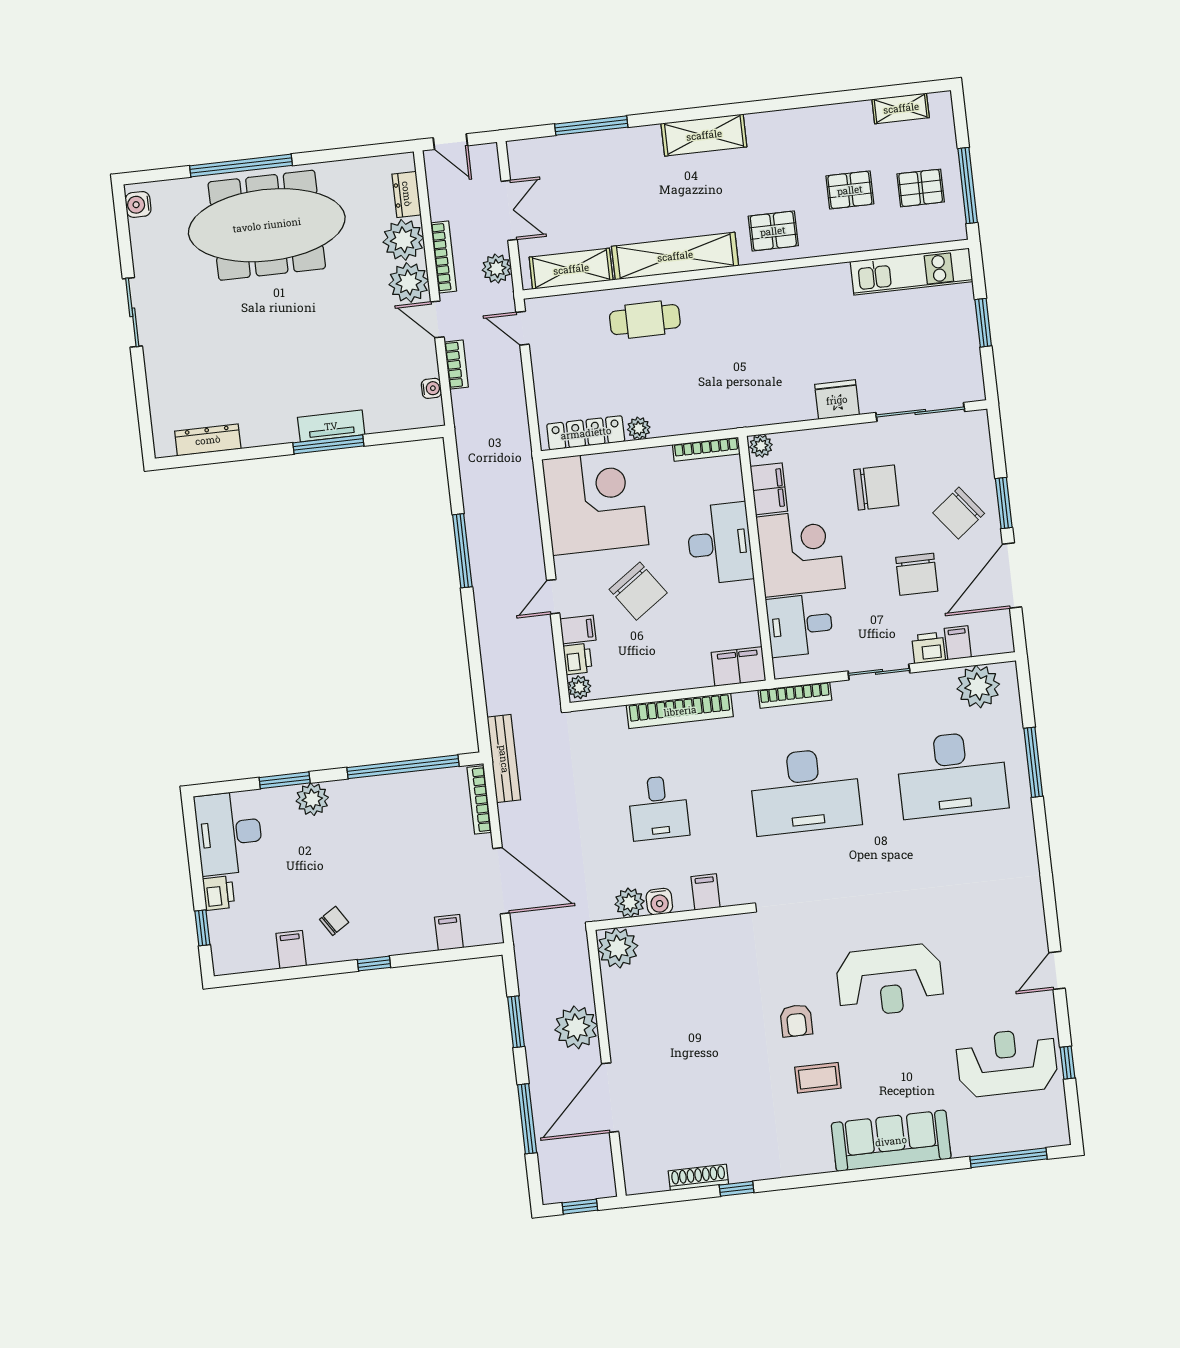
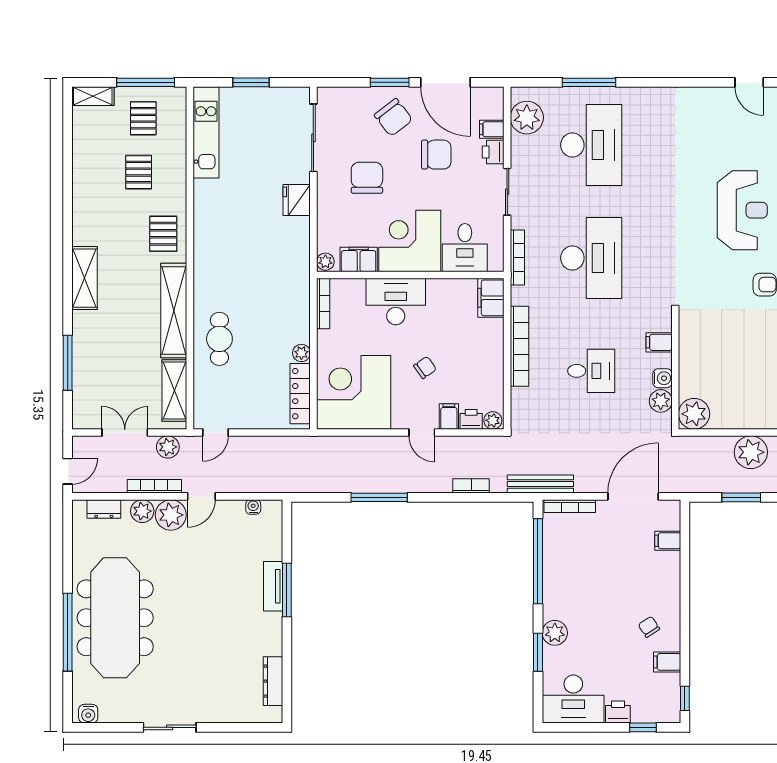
shelving: (901, 108) -> (93, 96), moved, turned 90
plant: (403, 240) -> (142, 511), width x0.73, depth x0.73
bookcase: (456, 365) -> (471, 486), moved
chair: (638, 591) -> (425, 367), width x0.54, depth x0.54
window: (374, 964) -> (685, 698), moved

